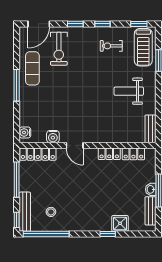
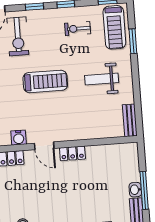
treadmill: (80, 90) -> (45, 81), added
locker: (109, 154) -> (72, 153), moved
locker: (133, 154) -> (112, 150), removed

